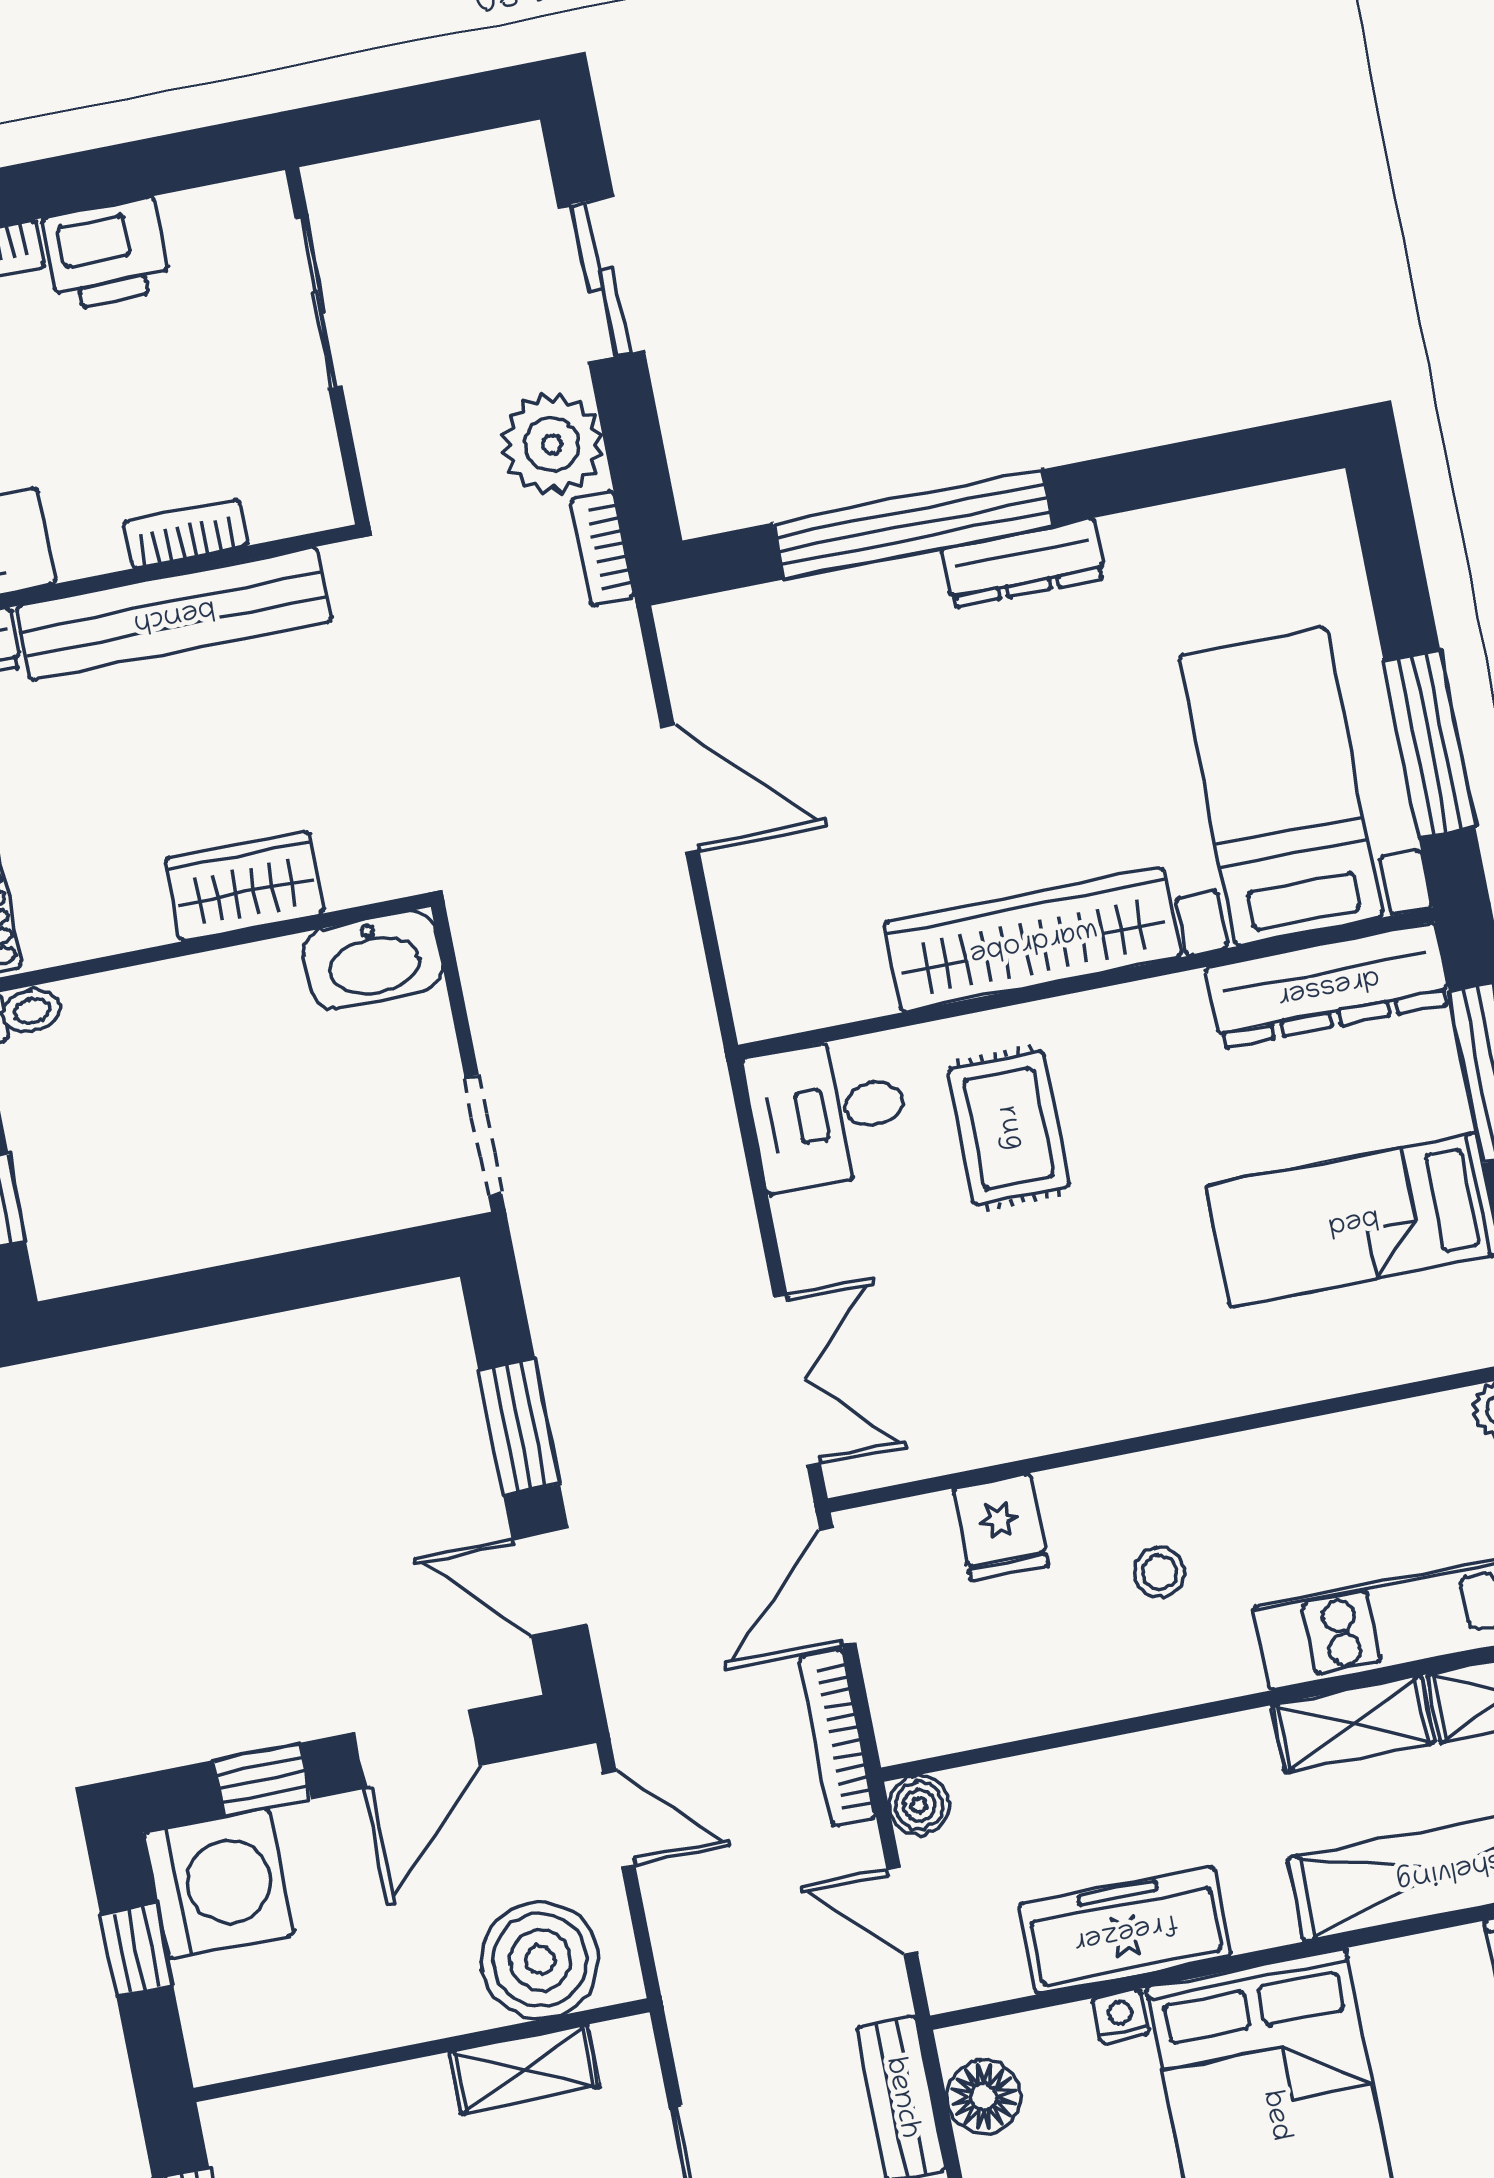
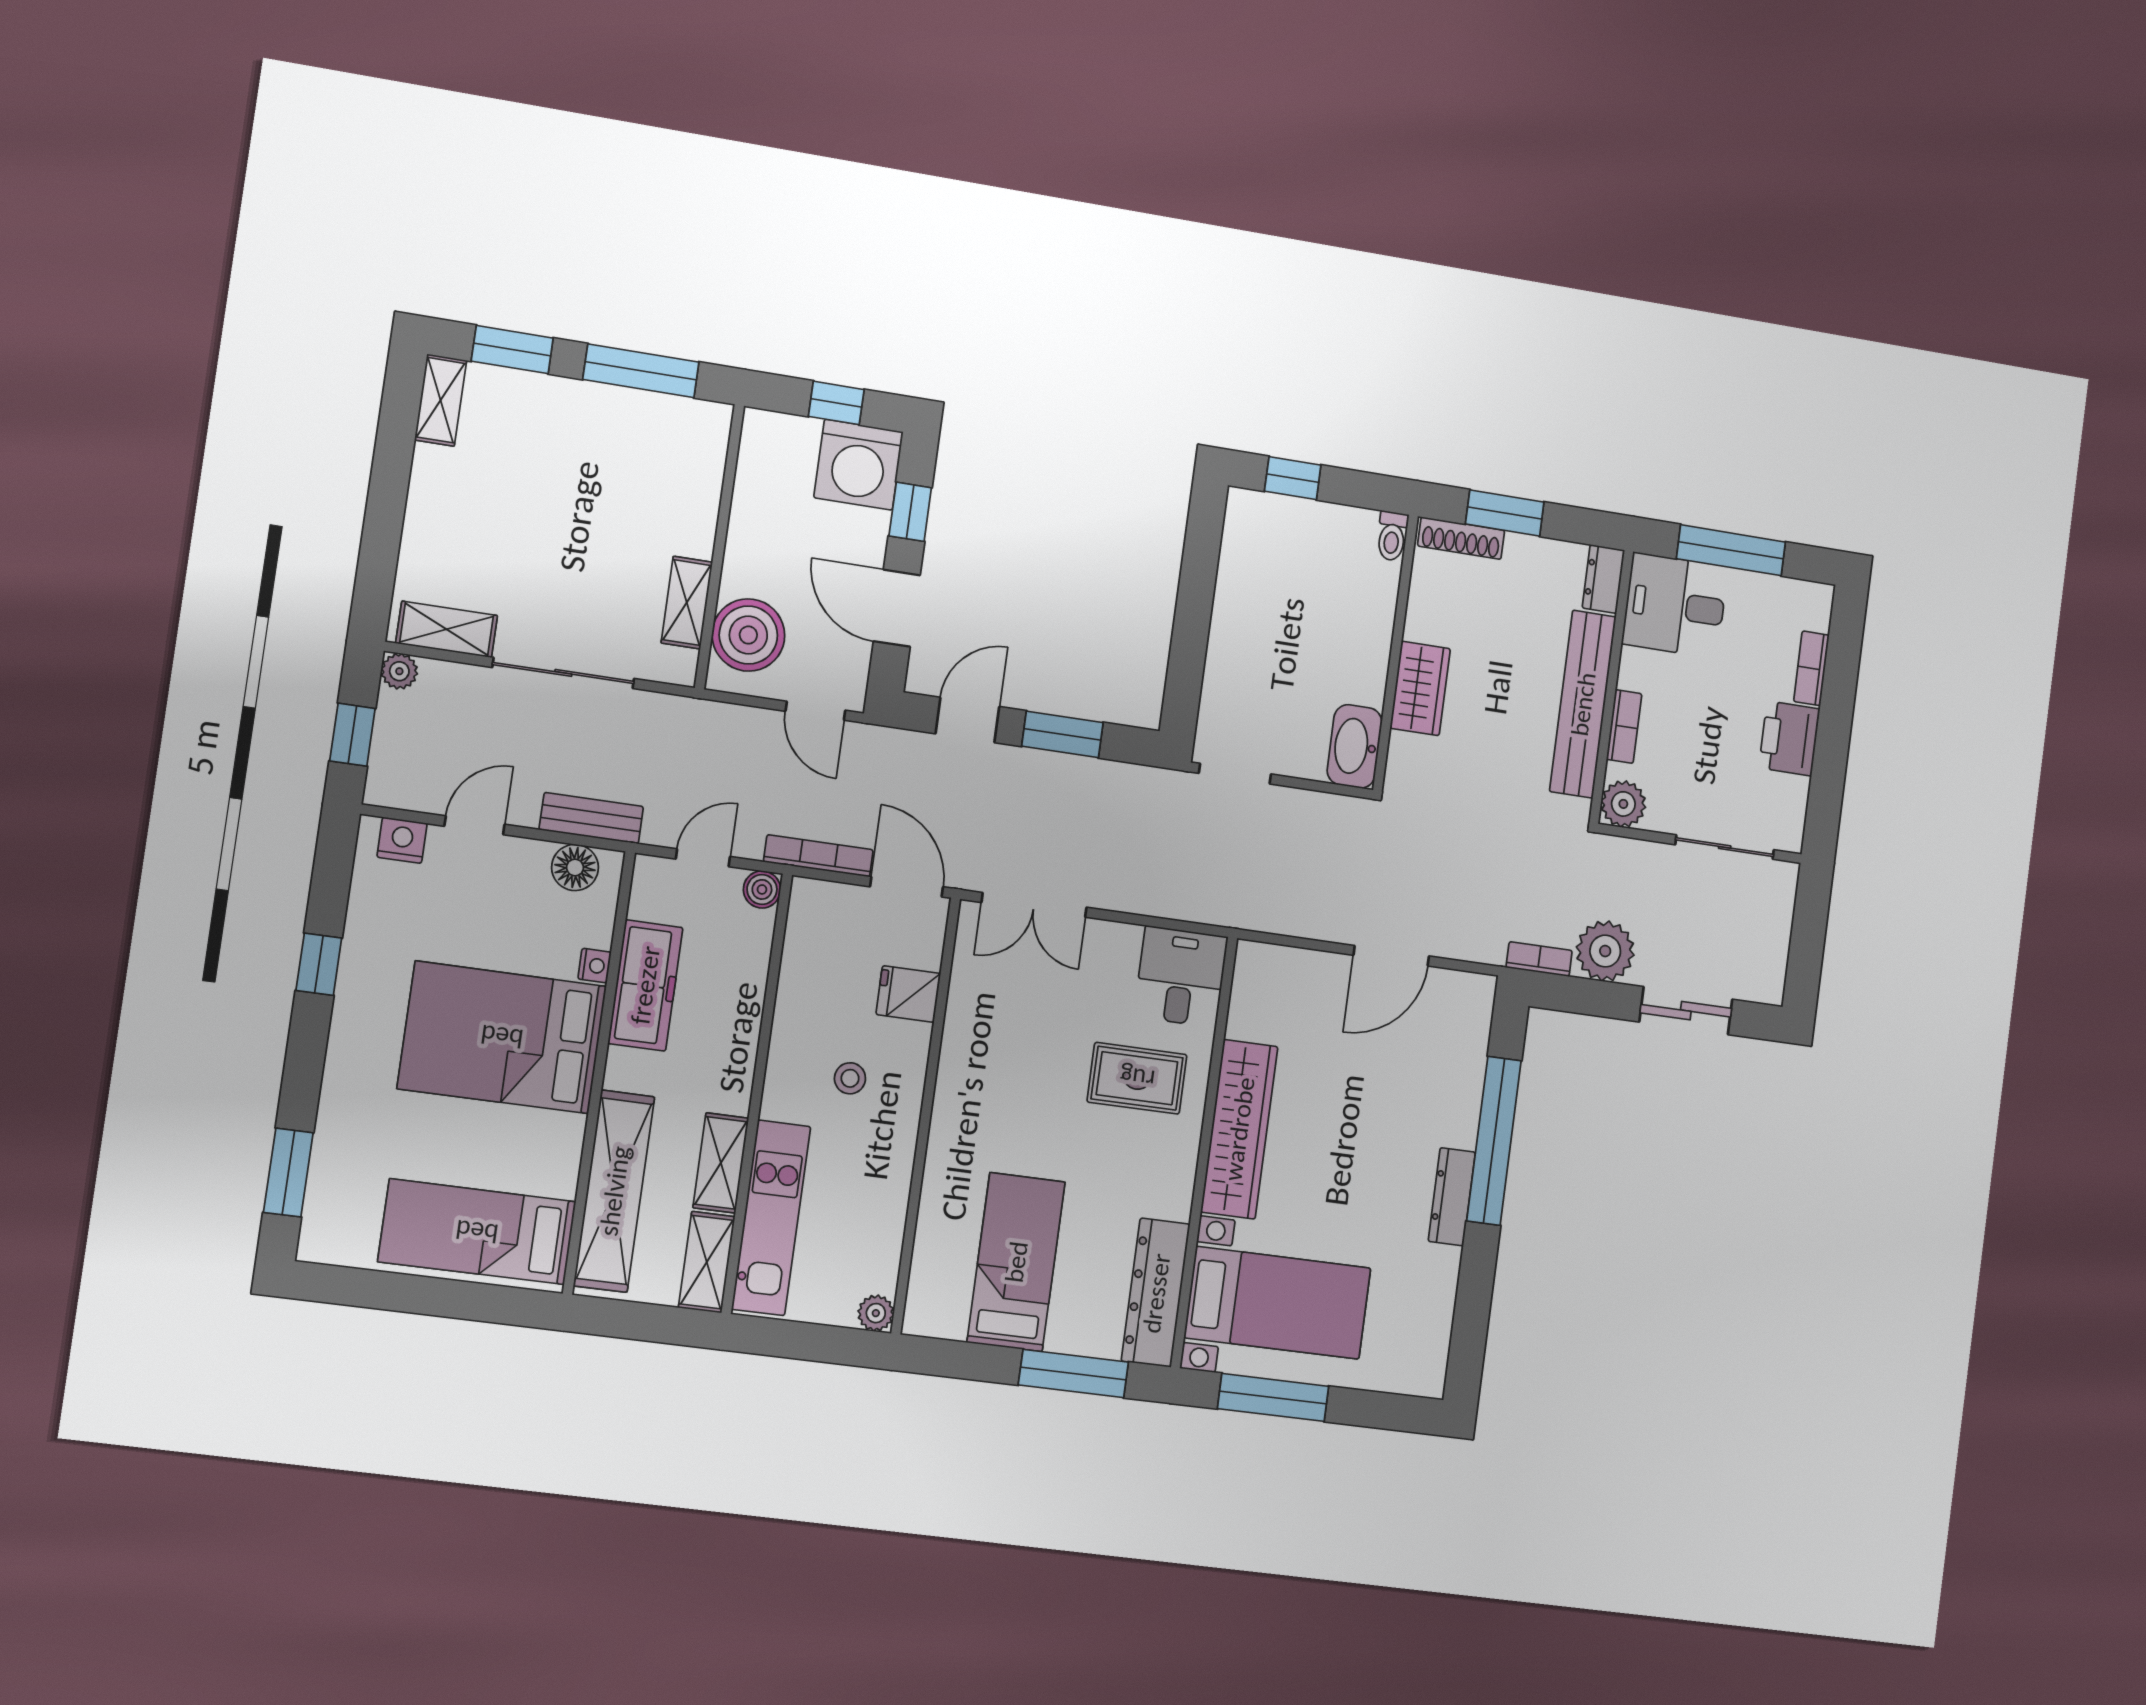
plant: (309, 493) -> (1623, 804), added
door: (619, 1819) -> (815, 711), hinge flipped

